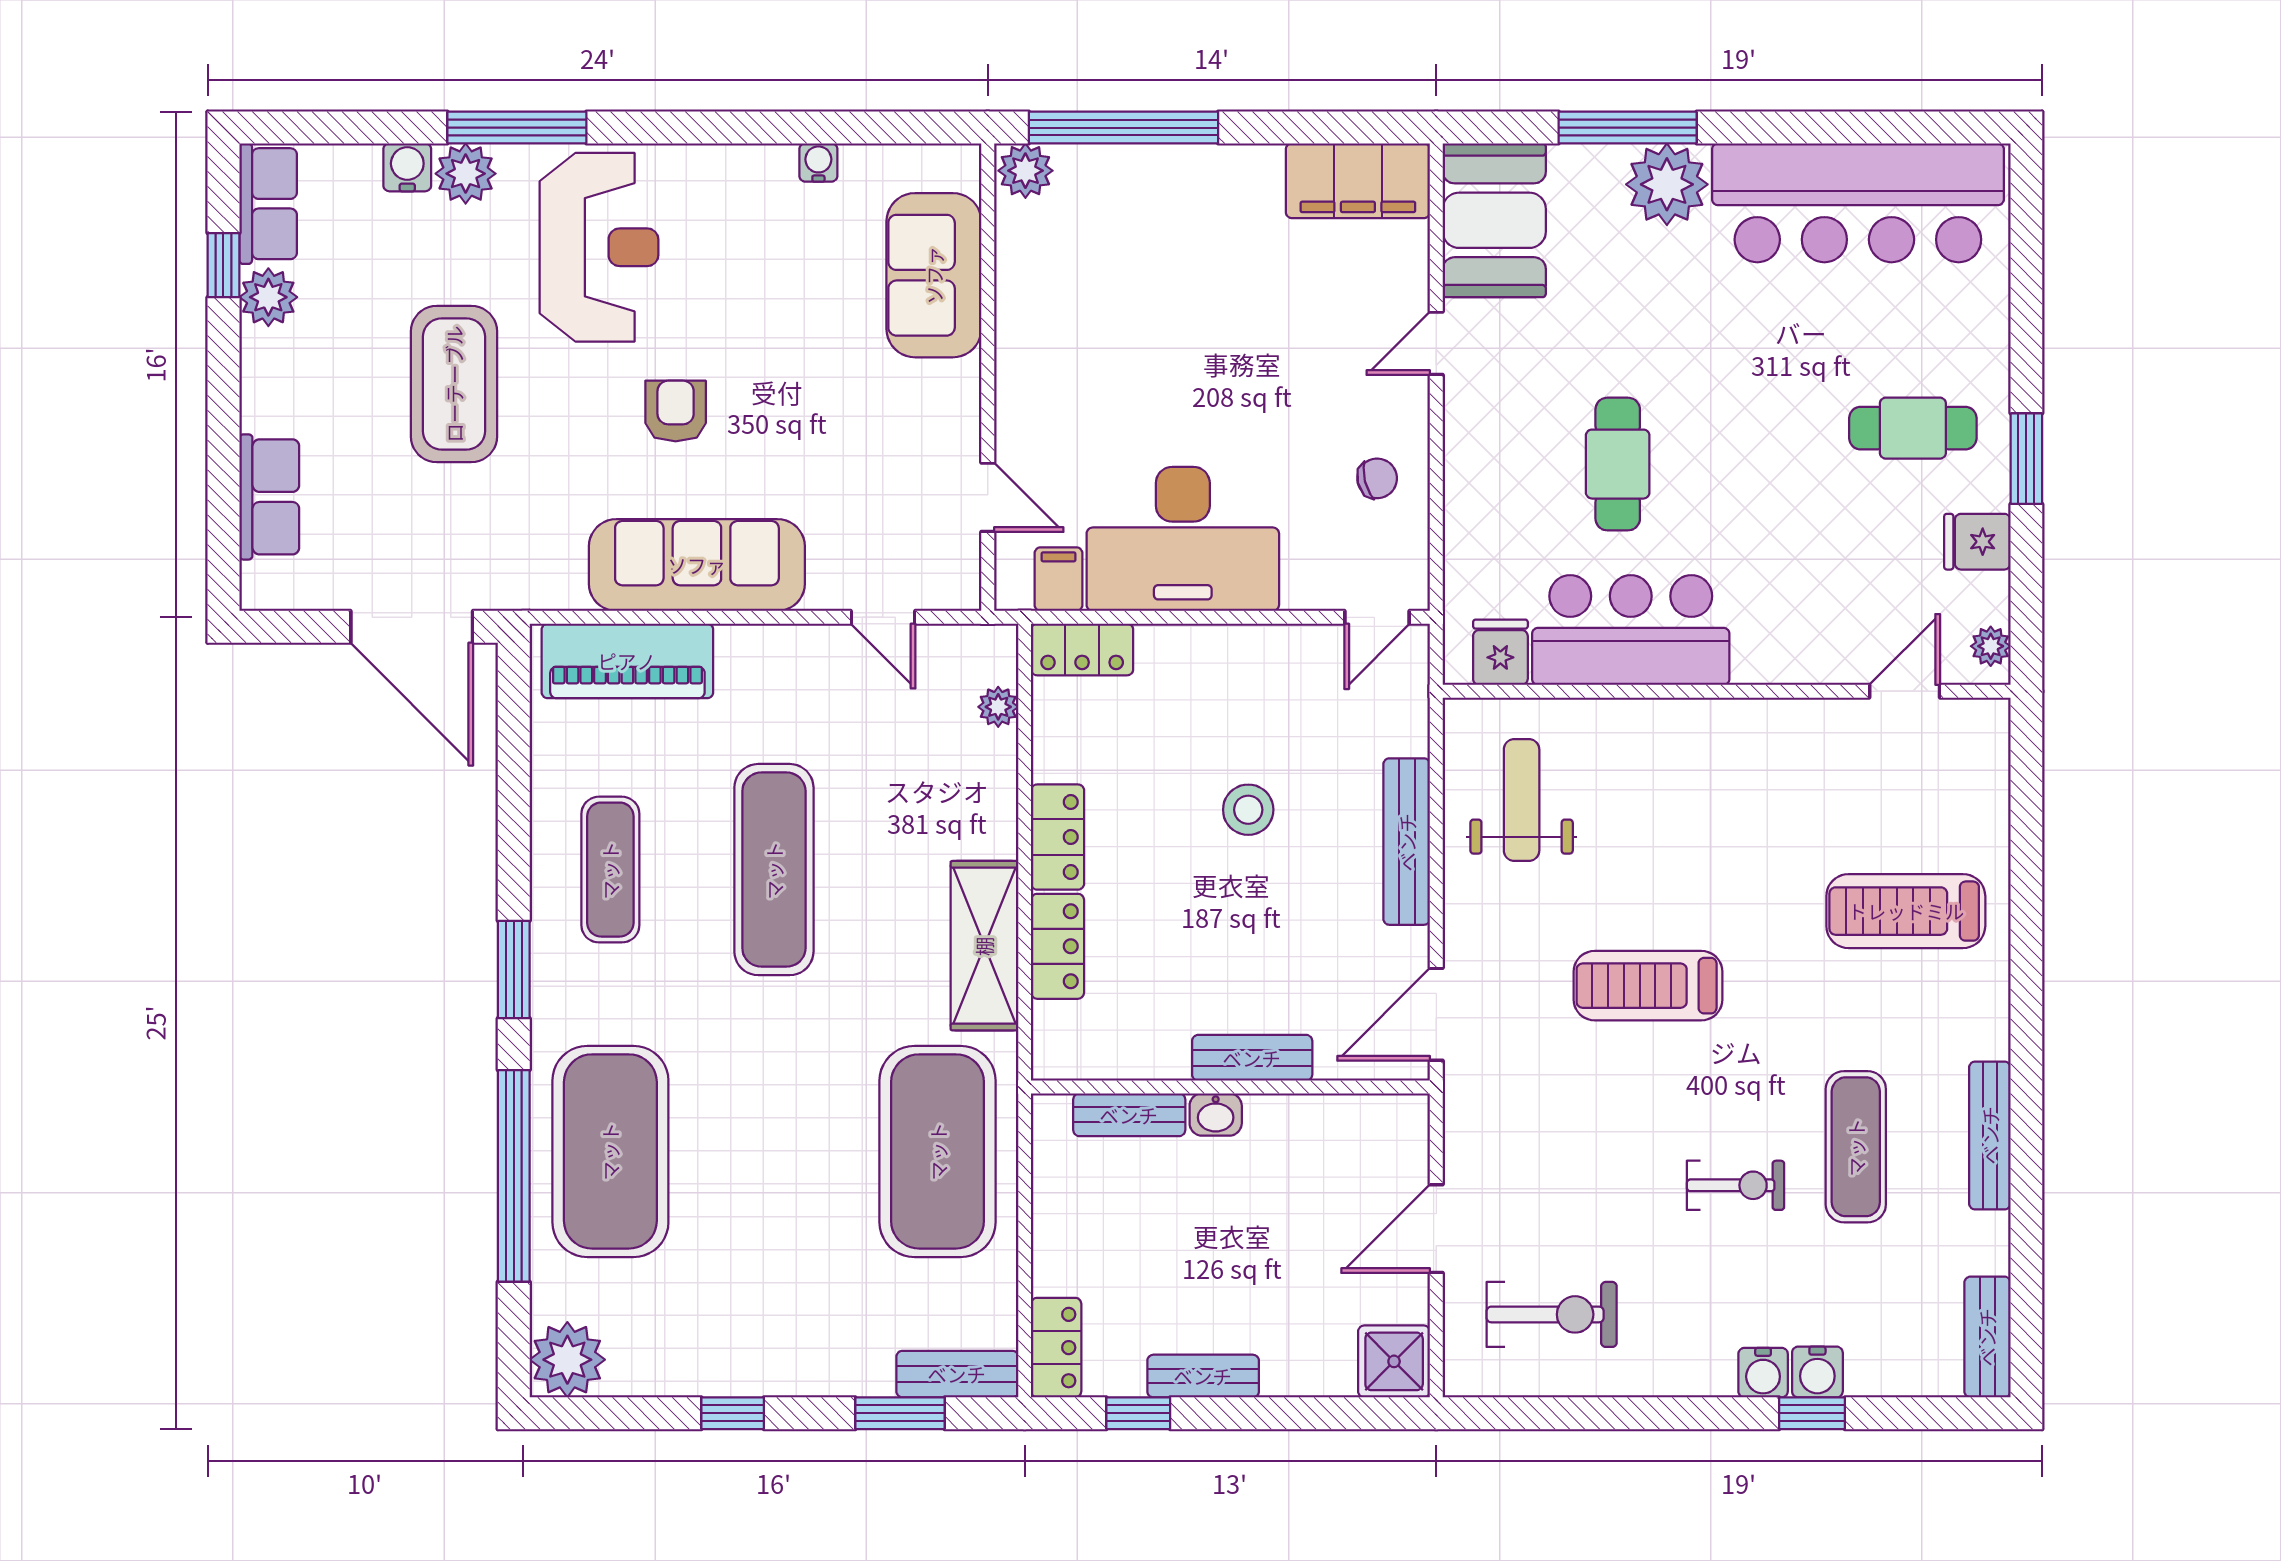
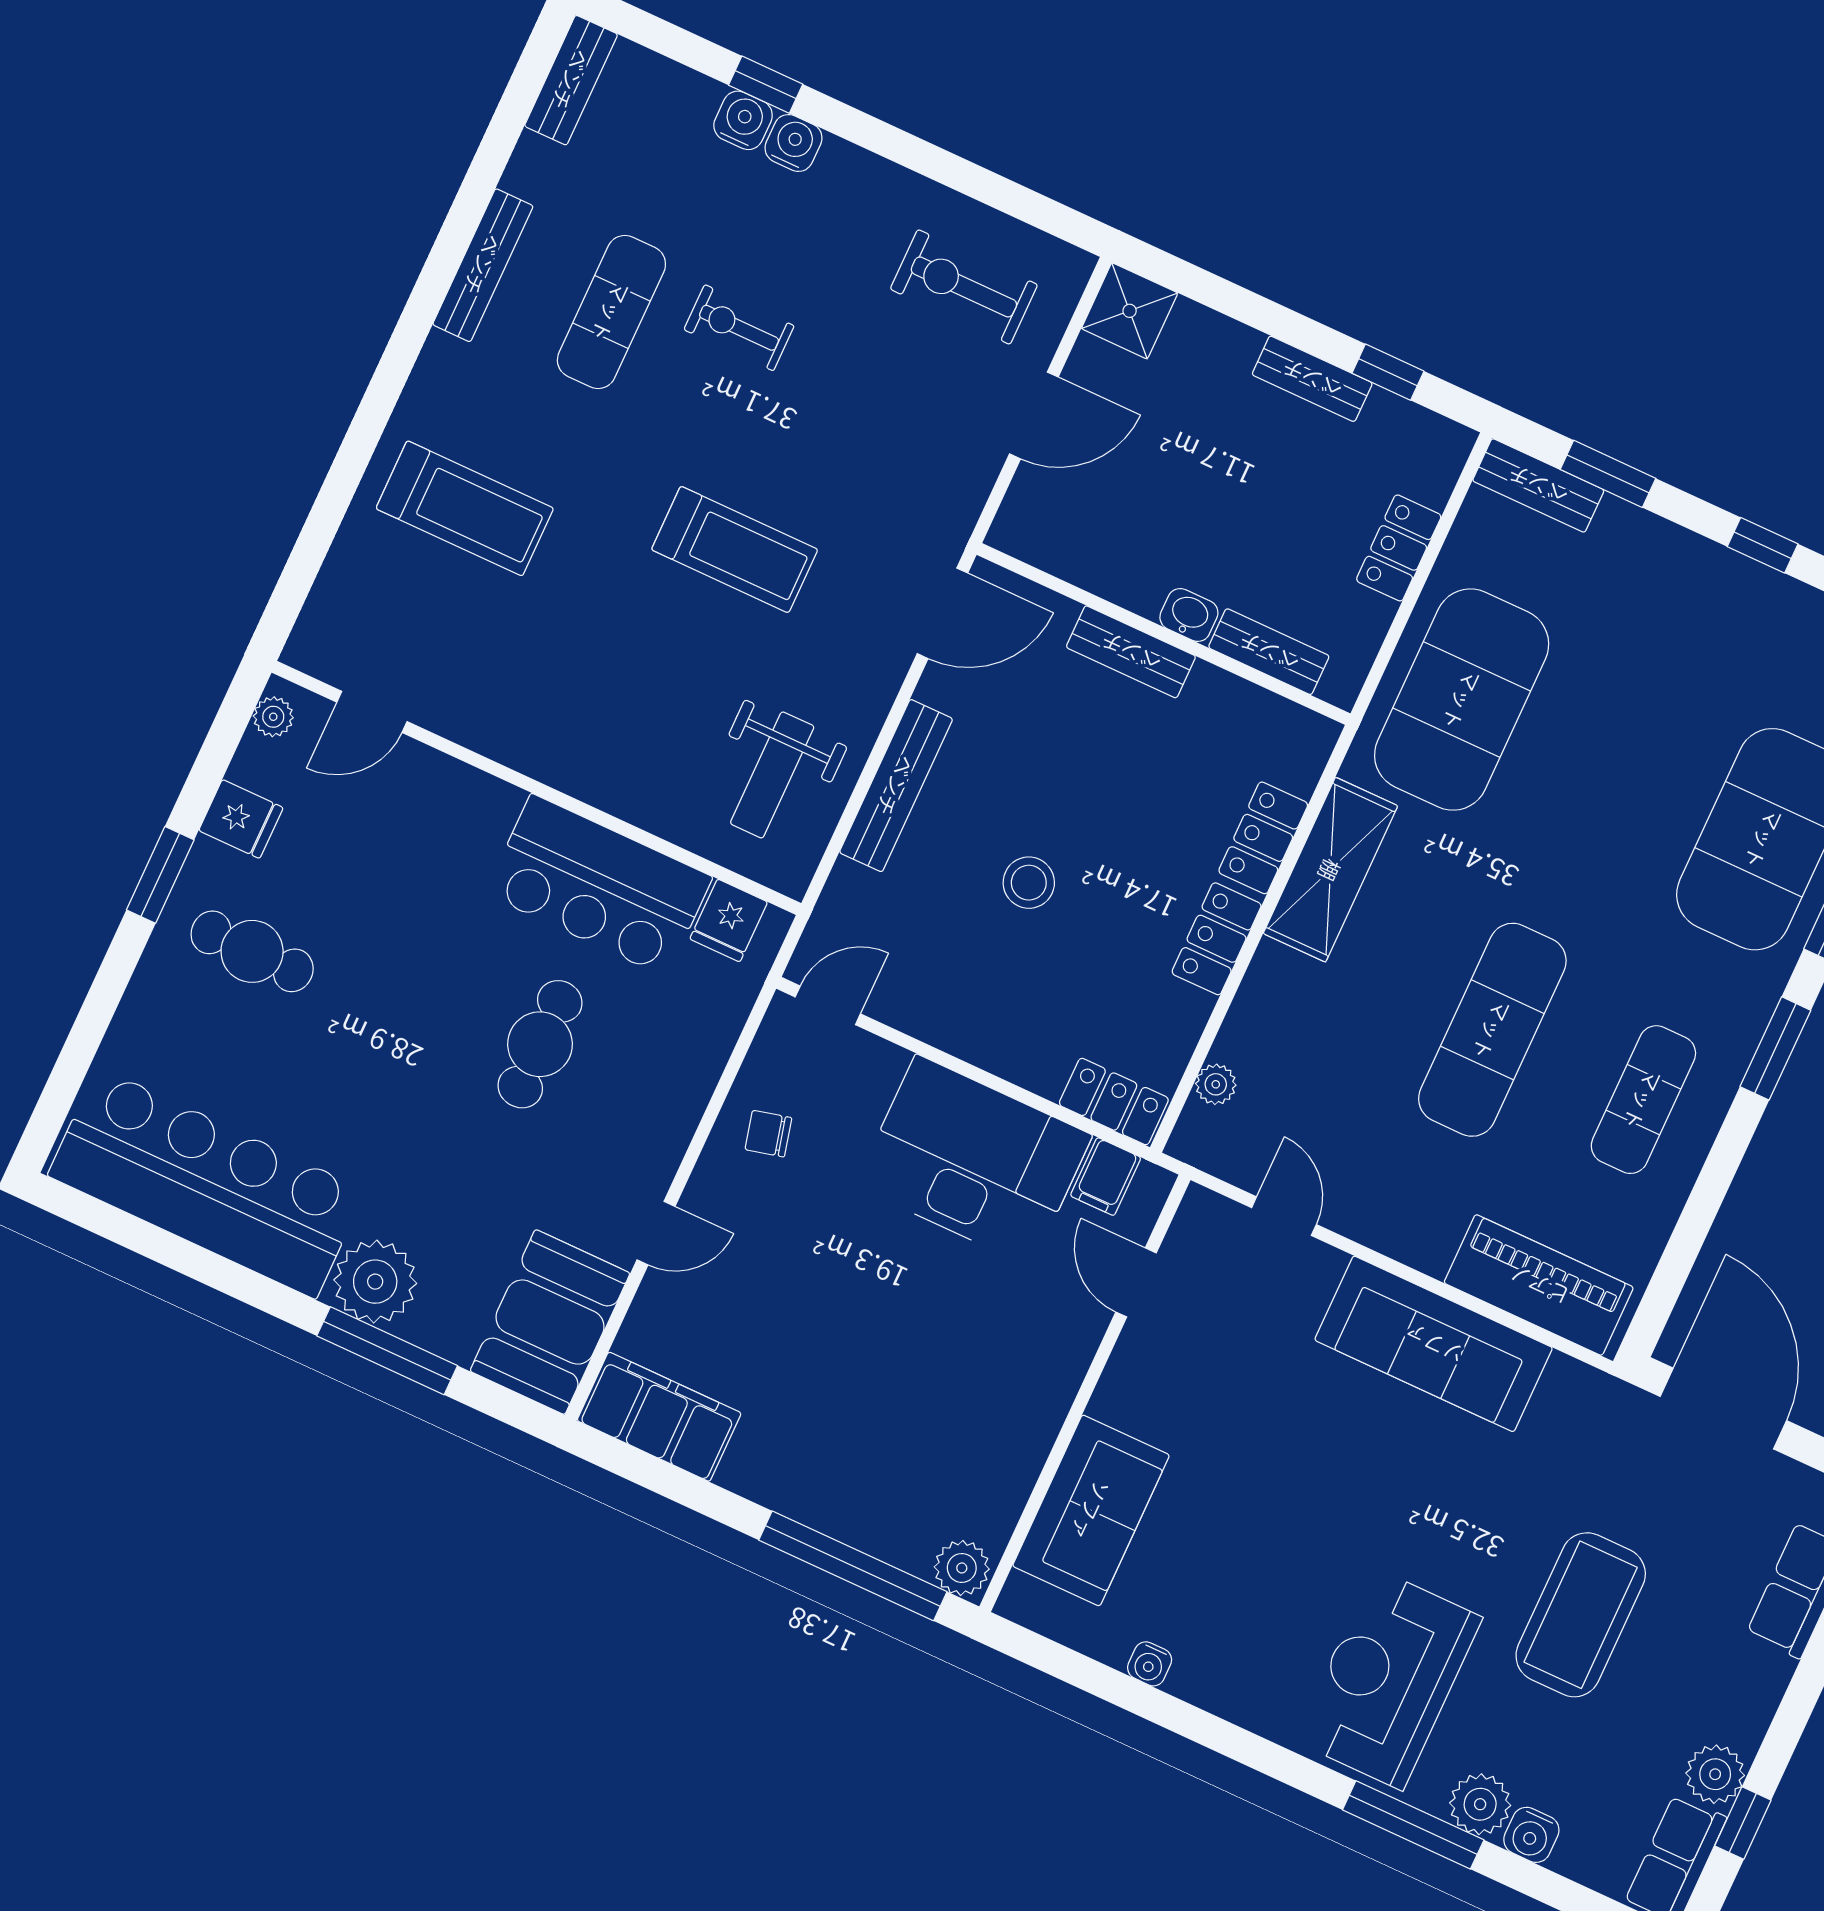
armchair: (676, 411) -> (1388, 1495), removed
locker: (1056, 1348) -> (1399, 548), moved

